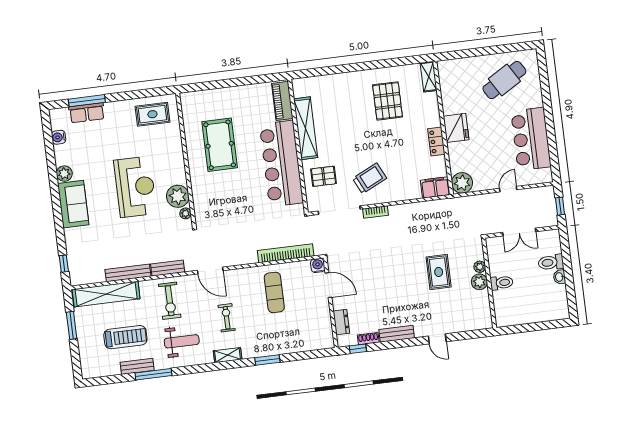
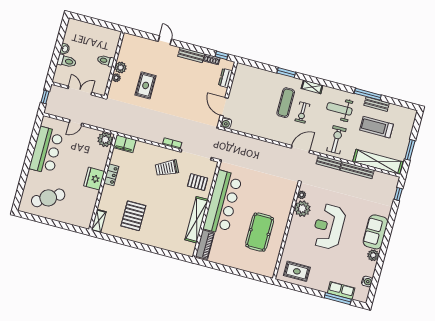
bookcase: (286, 253) -> (245, 140), removed
door: (210, 270) -> (301, 149), hinge flipped
exercise mat: (274, 292) -> (286, 103), moved

